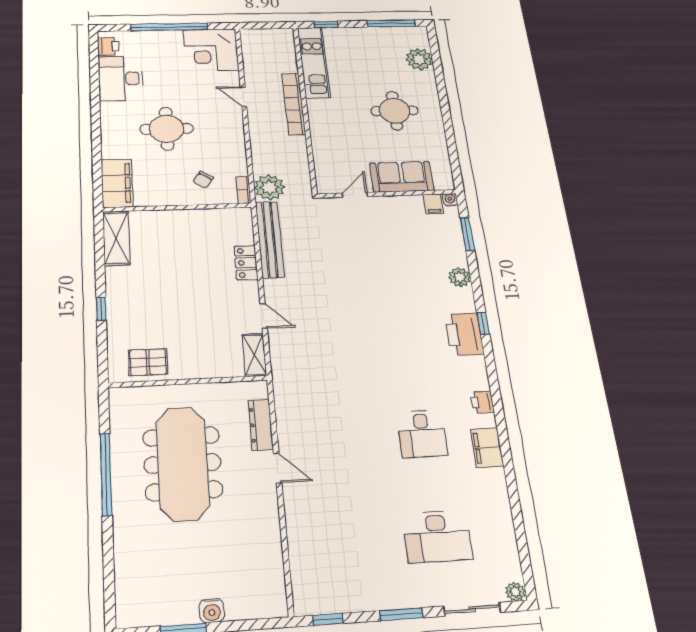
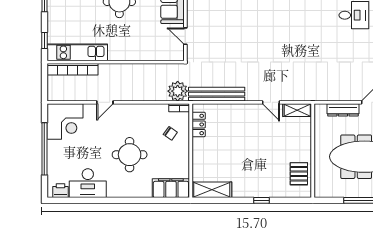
bookcase: (294, 104) -> (73, 69), moved
locker: (246, 263) -> (199, 124), moved, turned -90
door: (264, 316) -> (271, 102), swing flipped

